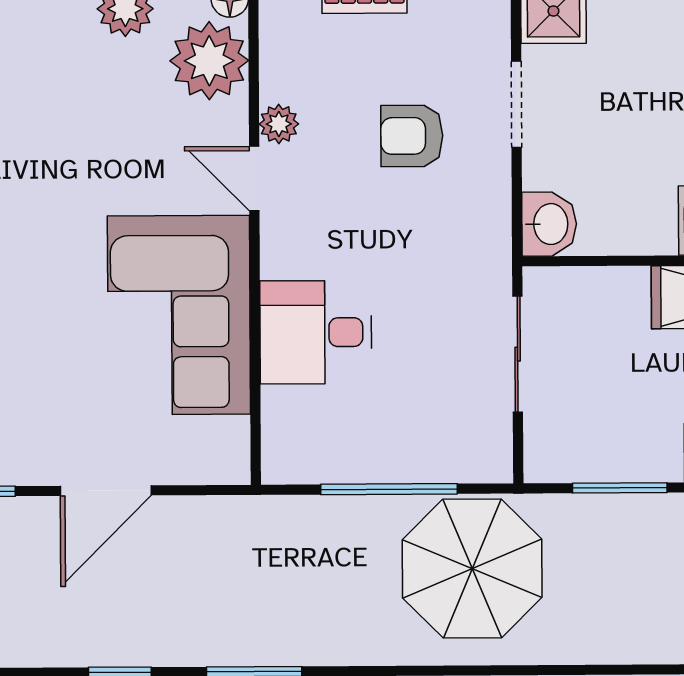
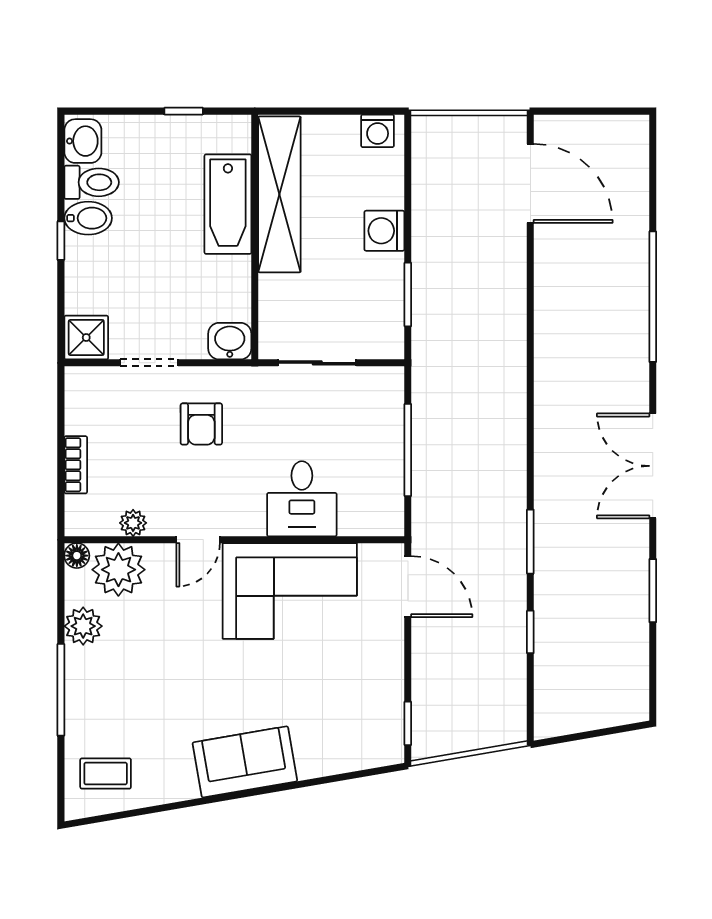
plant: (279, 124) -> (133, 523), moved
armchair: (412, 136) -> (201, 424), moved
door: (106, 491) -> (408, 587), moved
parasol: (472, 568) -> (462, 394), removed

